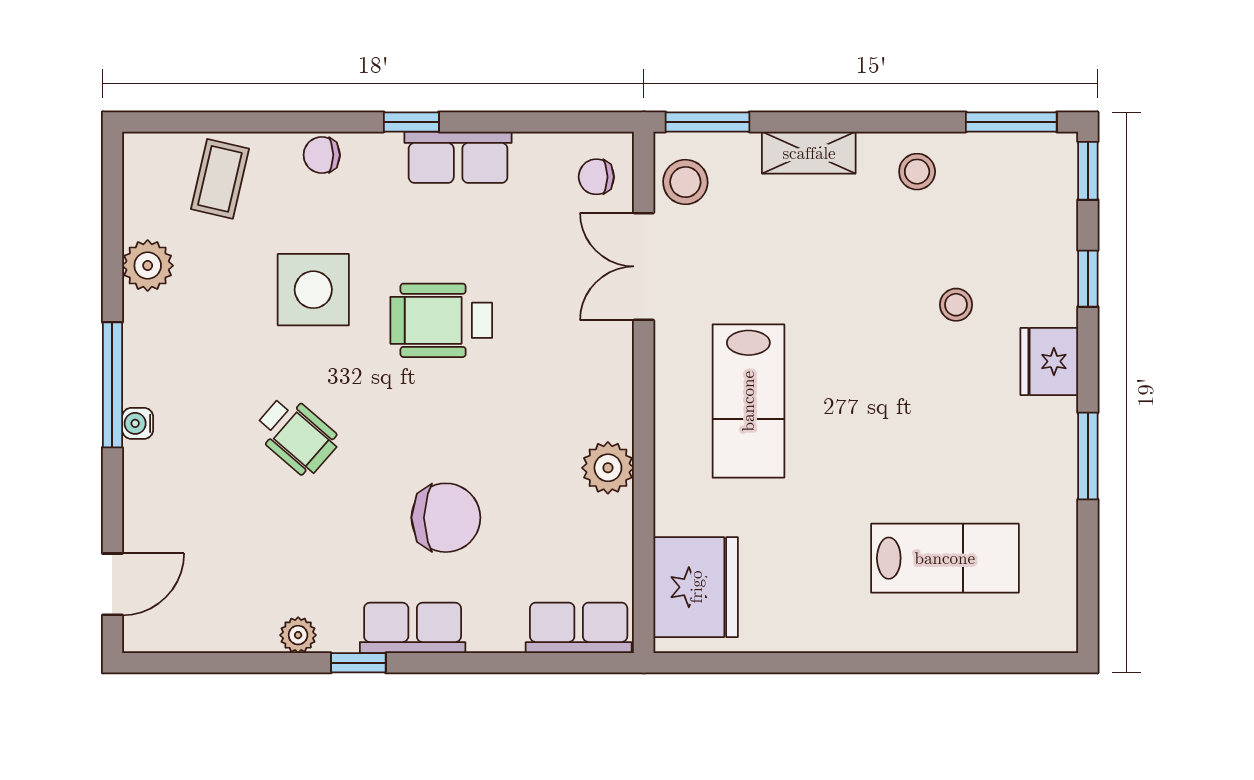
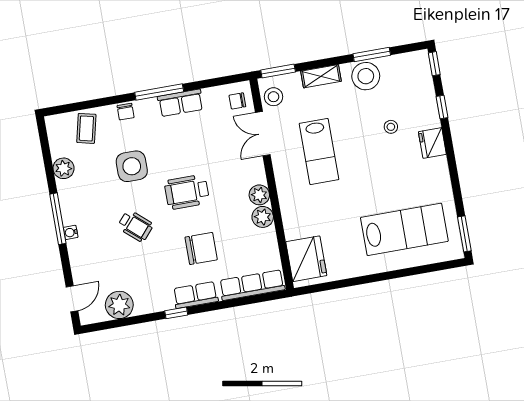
window: (411, 122) -> (159, 92), width x2.17
window: (1011, 122) -> (372, 55), moved
chair: (322, 155) -> (126, 112), turned -90
stool: (917, 172) -> (366, 76), width x1.89, depth x1.89
wheelchair: (441, 320) -> (187, 192), moved
lab bench: (748, 401) -> (319, 152), moved
plant: (609, 413) -> (259, 195), added
window: (1088, 456) -> (464, 234), moved
lab bench: (945, 558) -> (404, 229), width x1.36, depth x1.39
row of seats: (579, 628) -> (252, 285), width x1.48
plant: (298, 635) -> (119, 305), moved, width x1.88, depth x1.88

